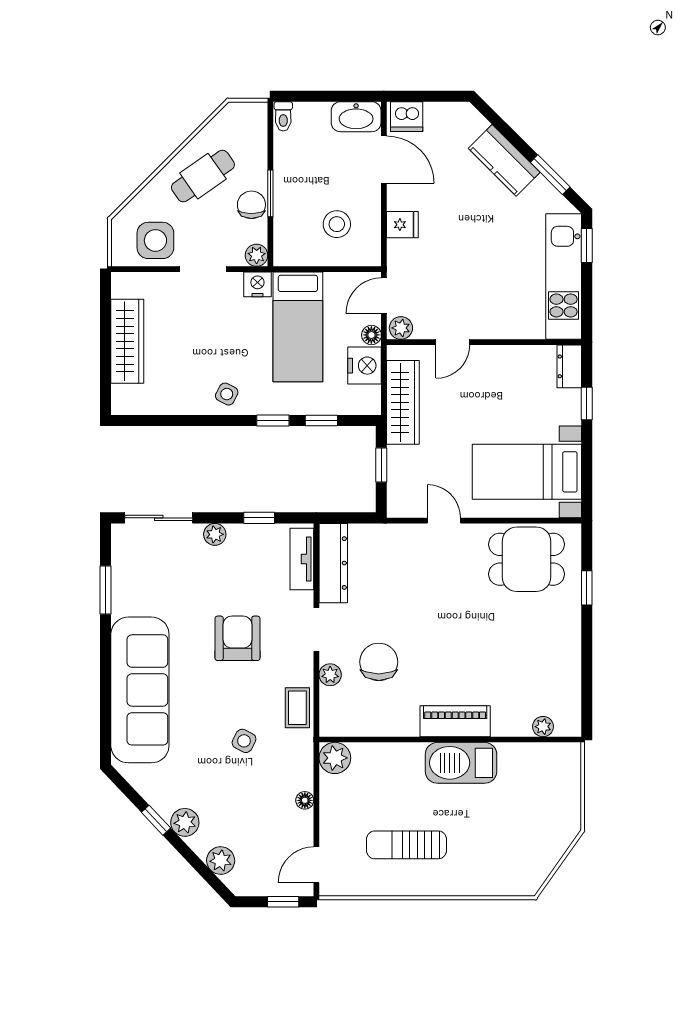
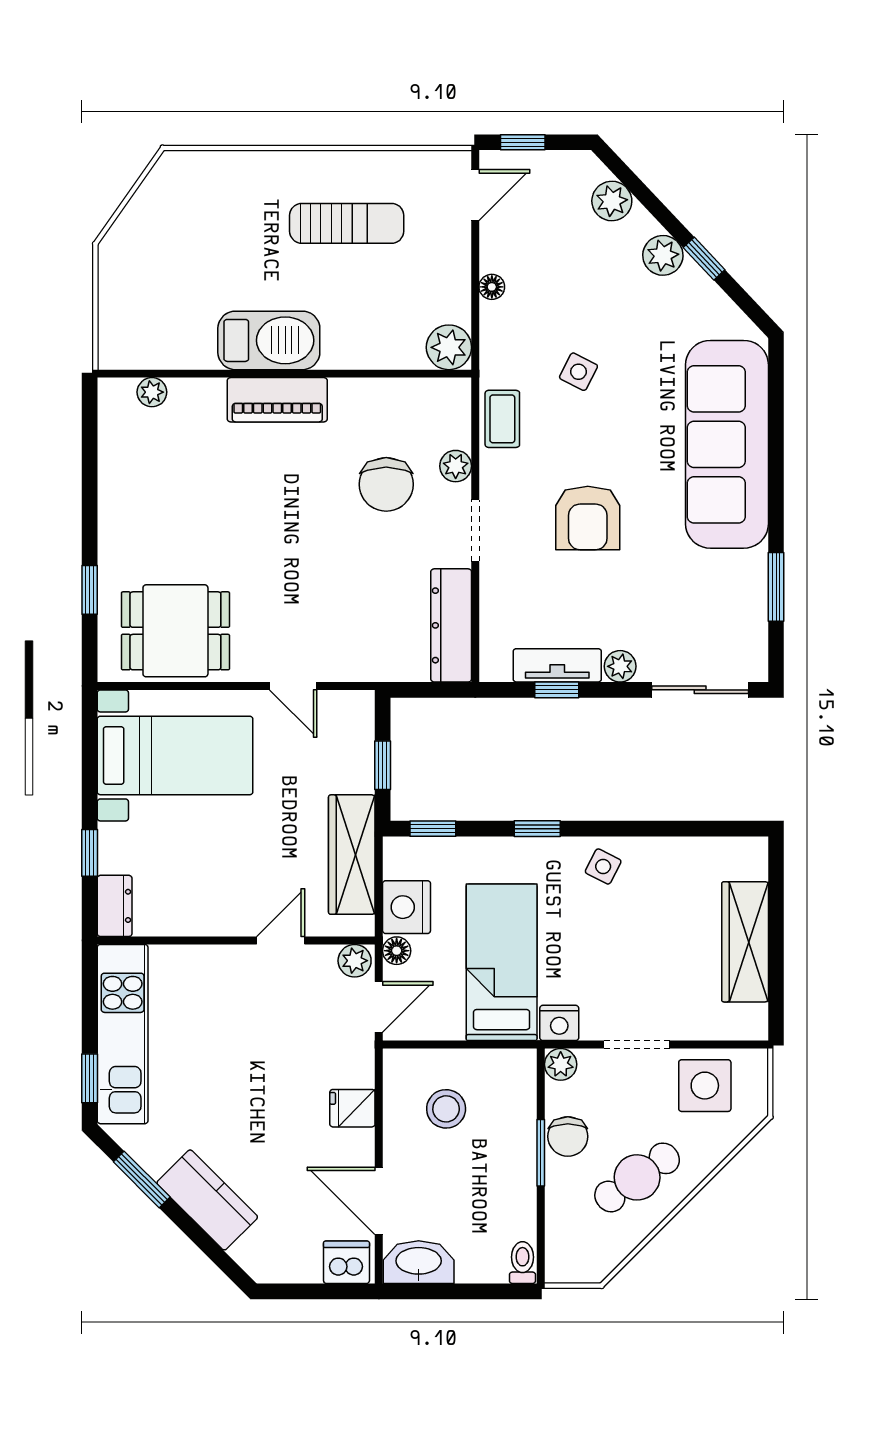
window: (321, 421) -> (433, 829), moved
tv unit: (302, 559) -> (557, 665), moved, turned -90

